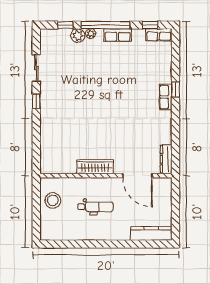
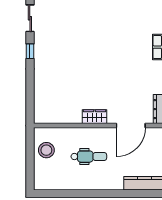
wardrobe: (95, 167) -> (95, 117), width x0.67
door: (137, 176) -> (131, 126), hinge flipped

